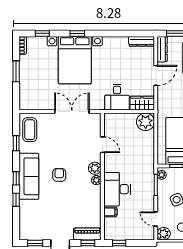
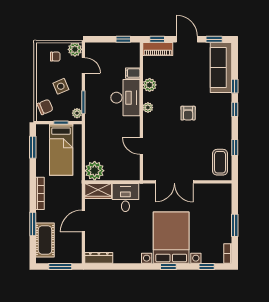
dresser: (162, 49) -> (76, 249), removed
plant: (95, 168) -> (150, 85), moved
sofa: (29, 176) -> (221, 67), moved

